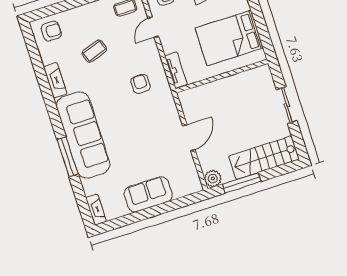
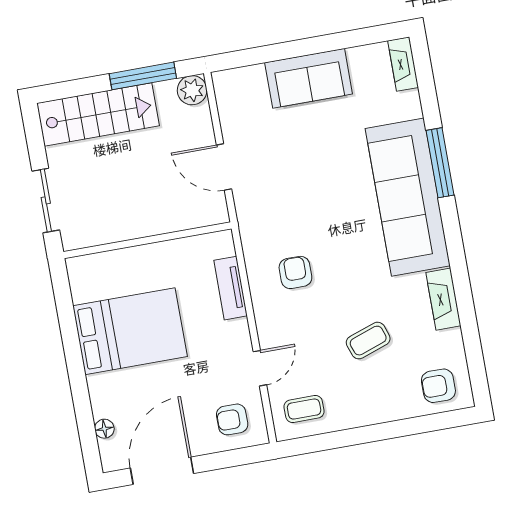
wall: (222, 76) -> (147, 240), moved
armchair: (141, 84) -> (295, 272), turned 180
door: (189, 138) -> (224, 167), hinge flipped

